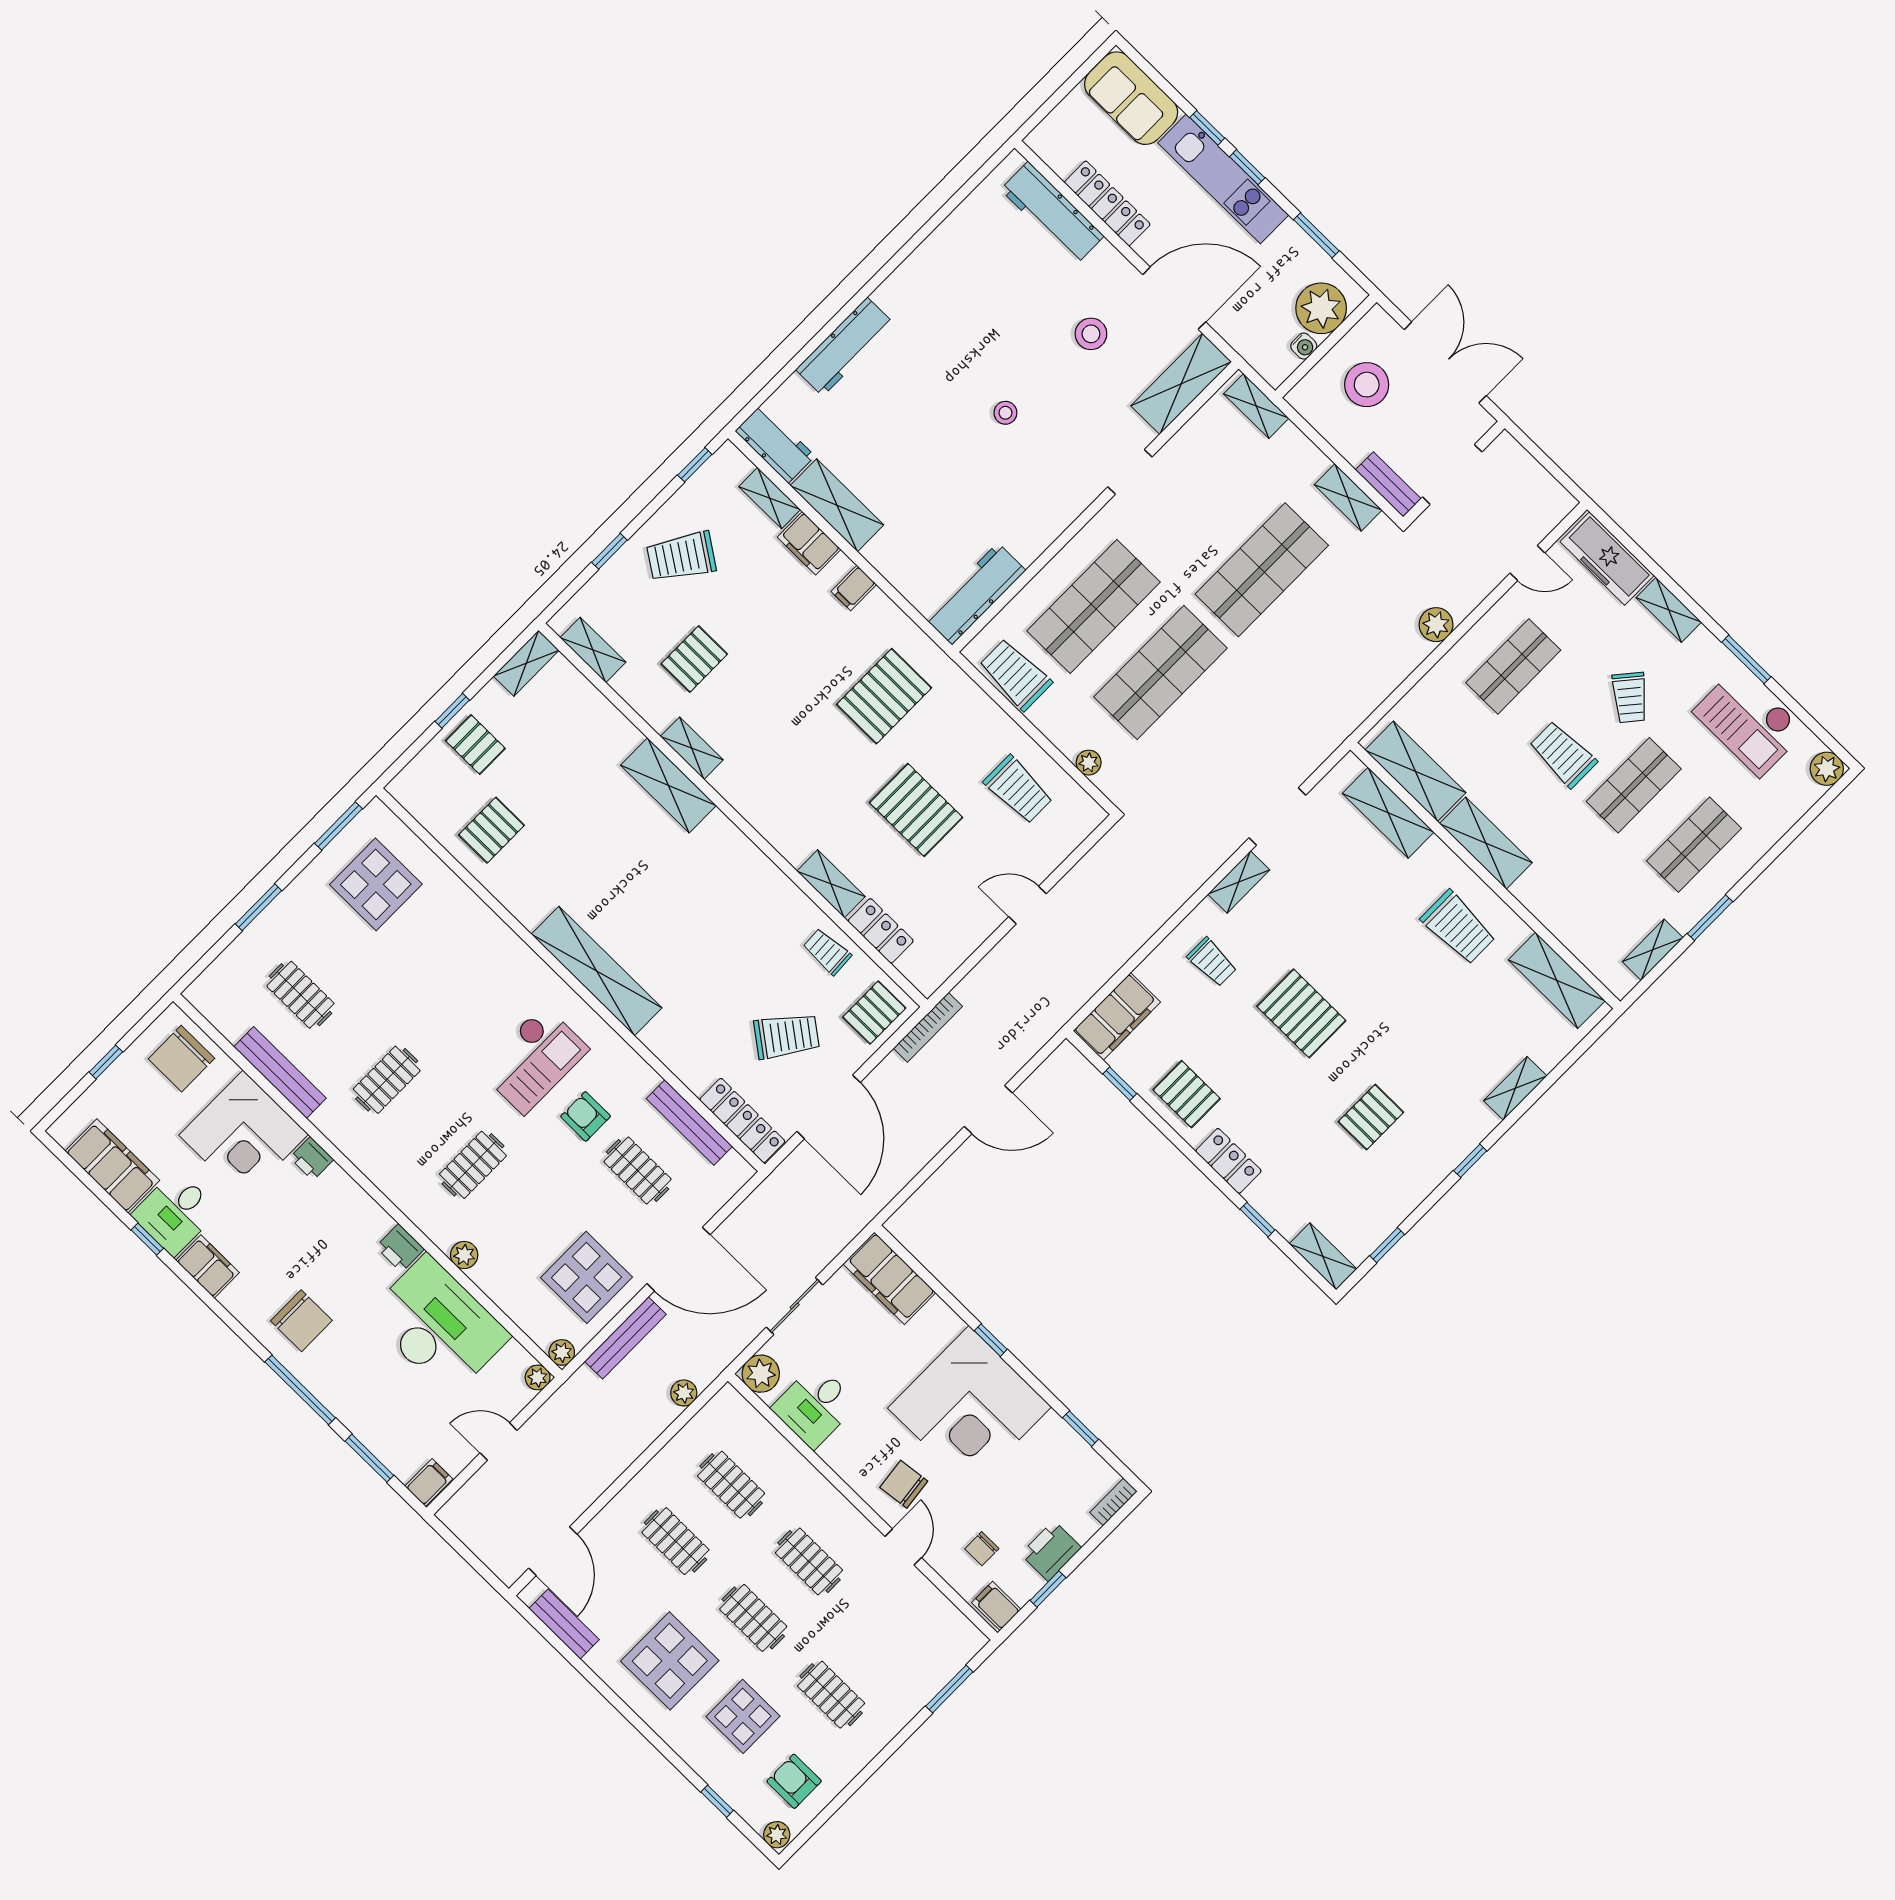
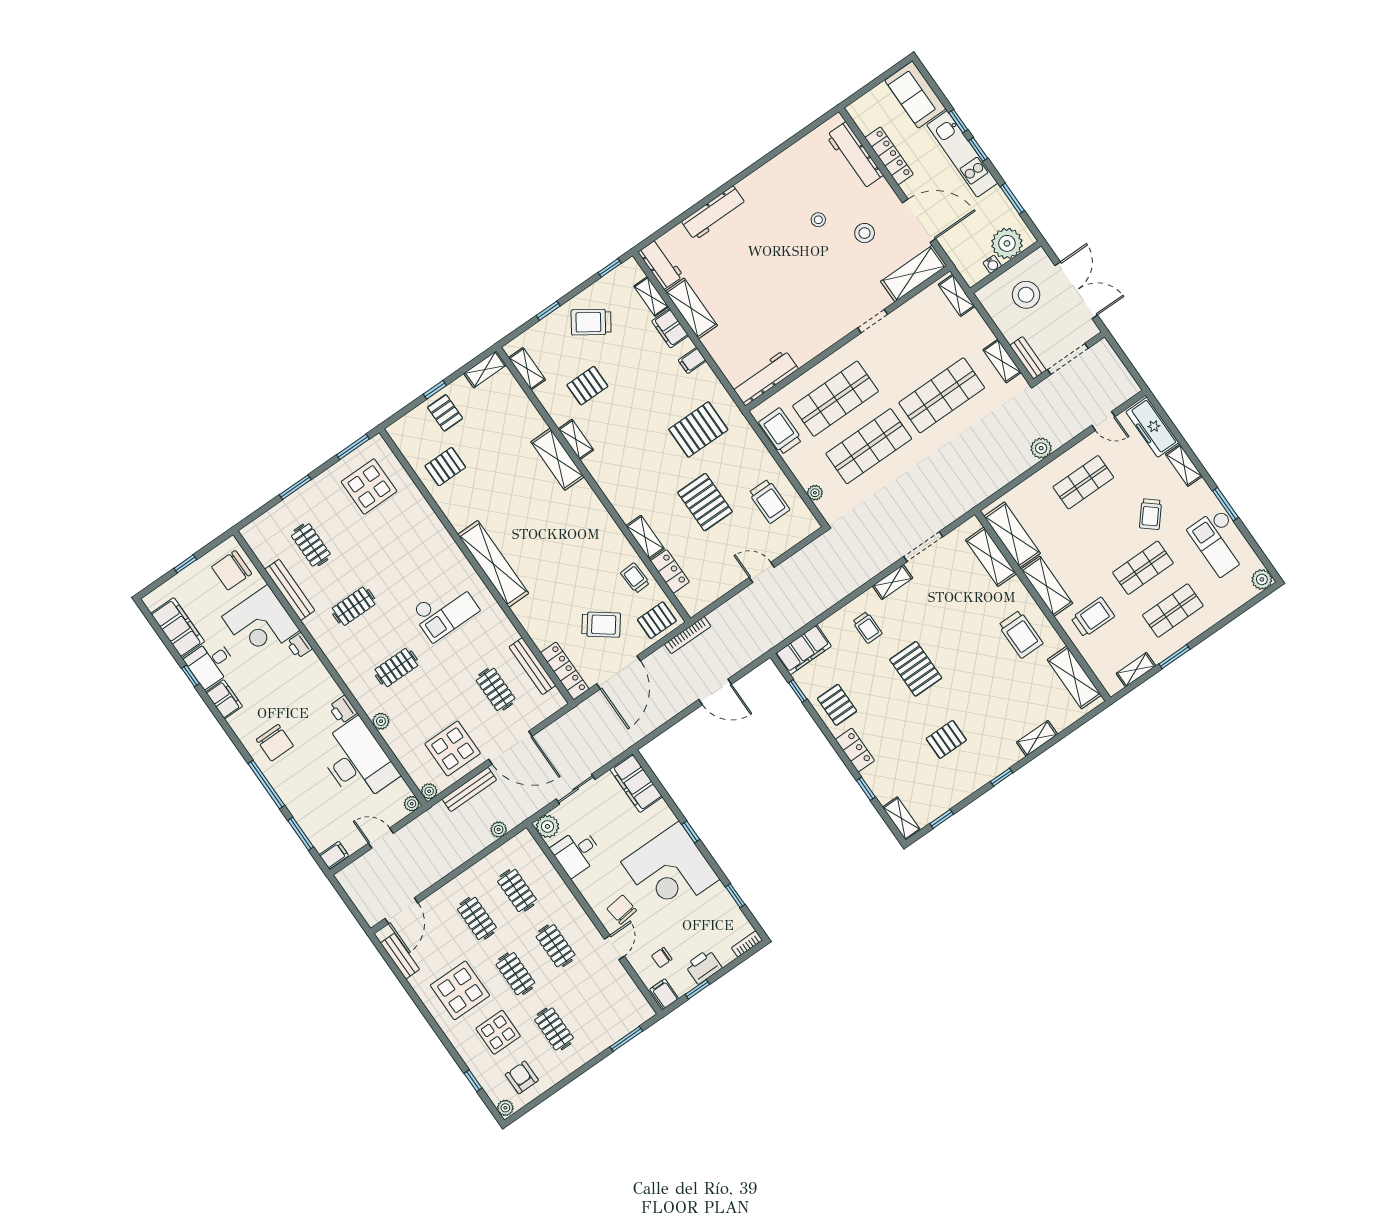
stool: (1005, 413) -> (818, 220), moved
trolley: (1563, 754) -> (1093, 617), moved, turned 90
armchair: (586, 1116) -> (470, 651), removed

